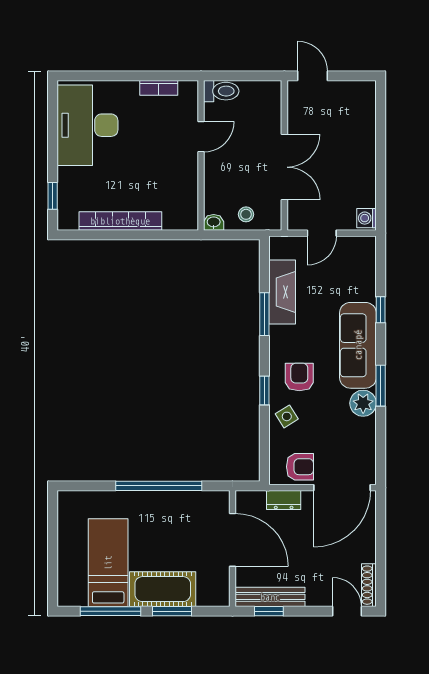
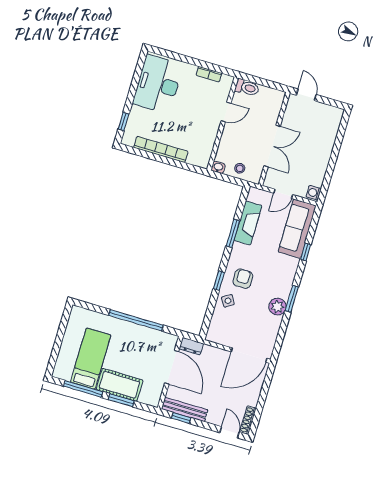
sofa: (358, 345) -> (297, 229), moved
armchair: (300, 467) -> (227, 334), removed
dresser: (284, 500) -> (191, 346), moved

